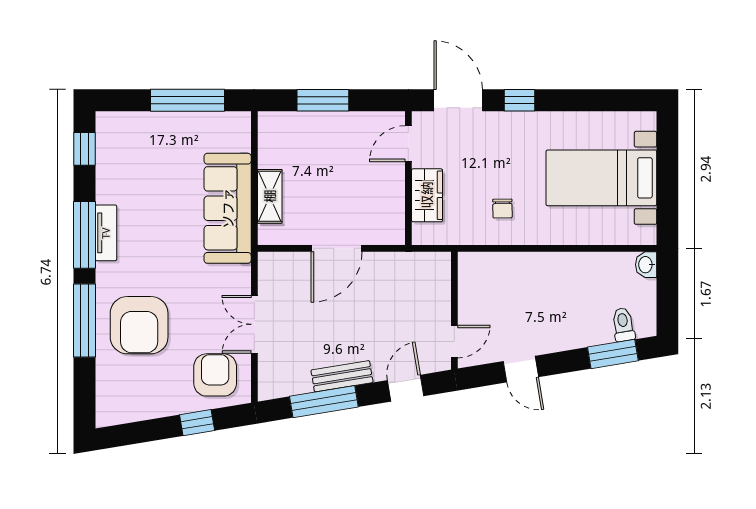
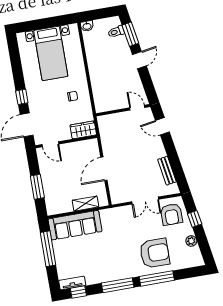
wardrobe: (427, 195) -> (83, 130), moved
sofa: (228, 208) -> (75, 225), moved
tv unit: (106, 233) -> (72, 283), moved
door: (337, 248) -> (104, 169), swing flipped
door: (521, 369) -> (139, 60), moved
armchair: (215, 375) -> (171, 214), turned -90
bench: (342, 376) -> (167, 171), moved
window: (324, 402) -> (175, 163), removed
plant: (151, 407) -> (191, 241), added

